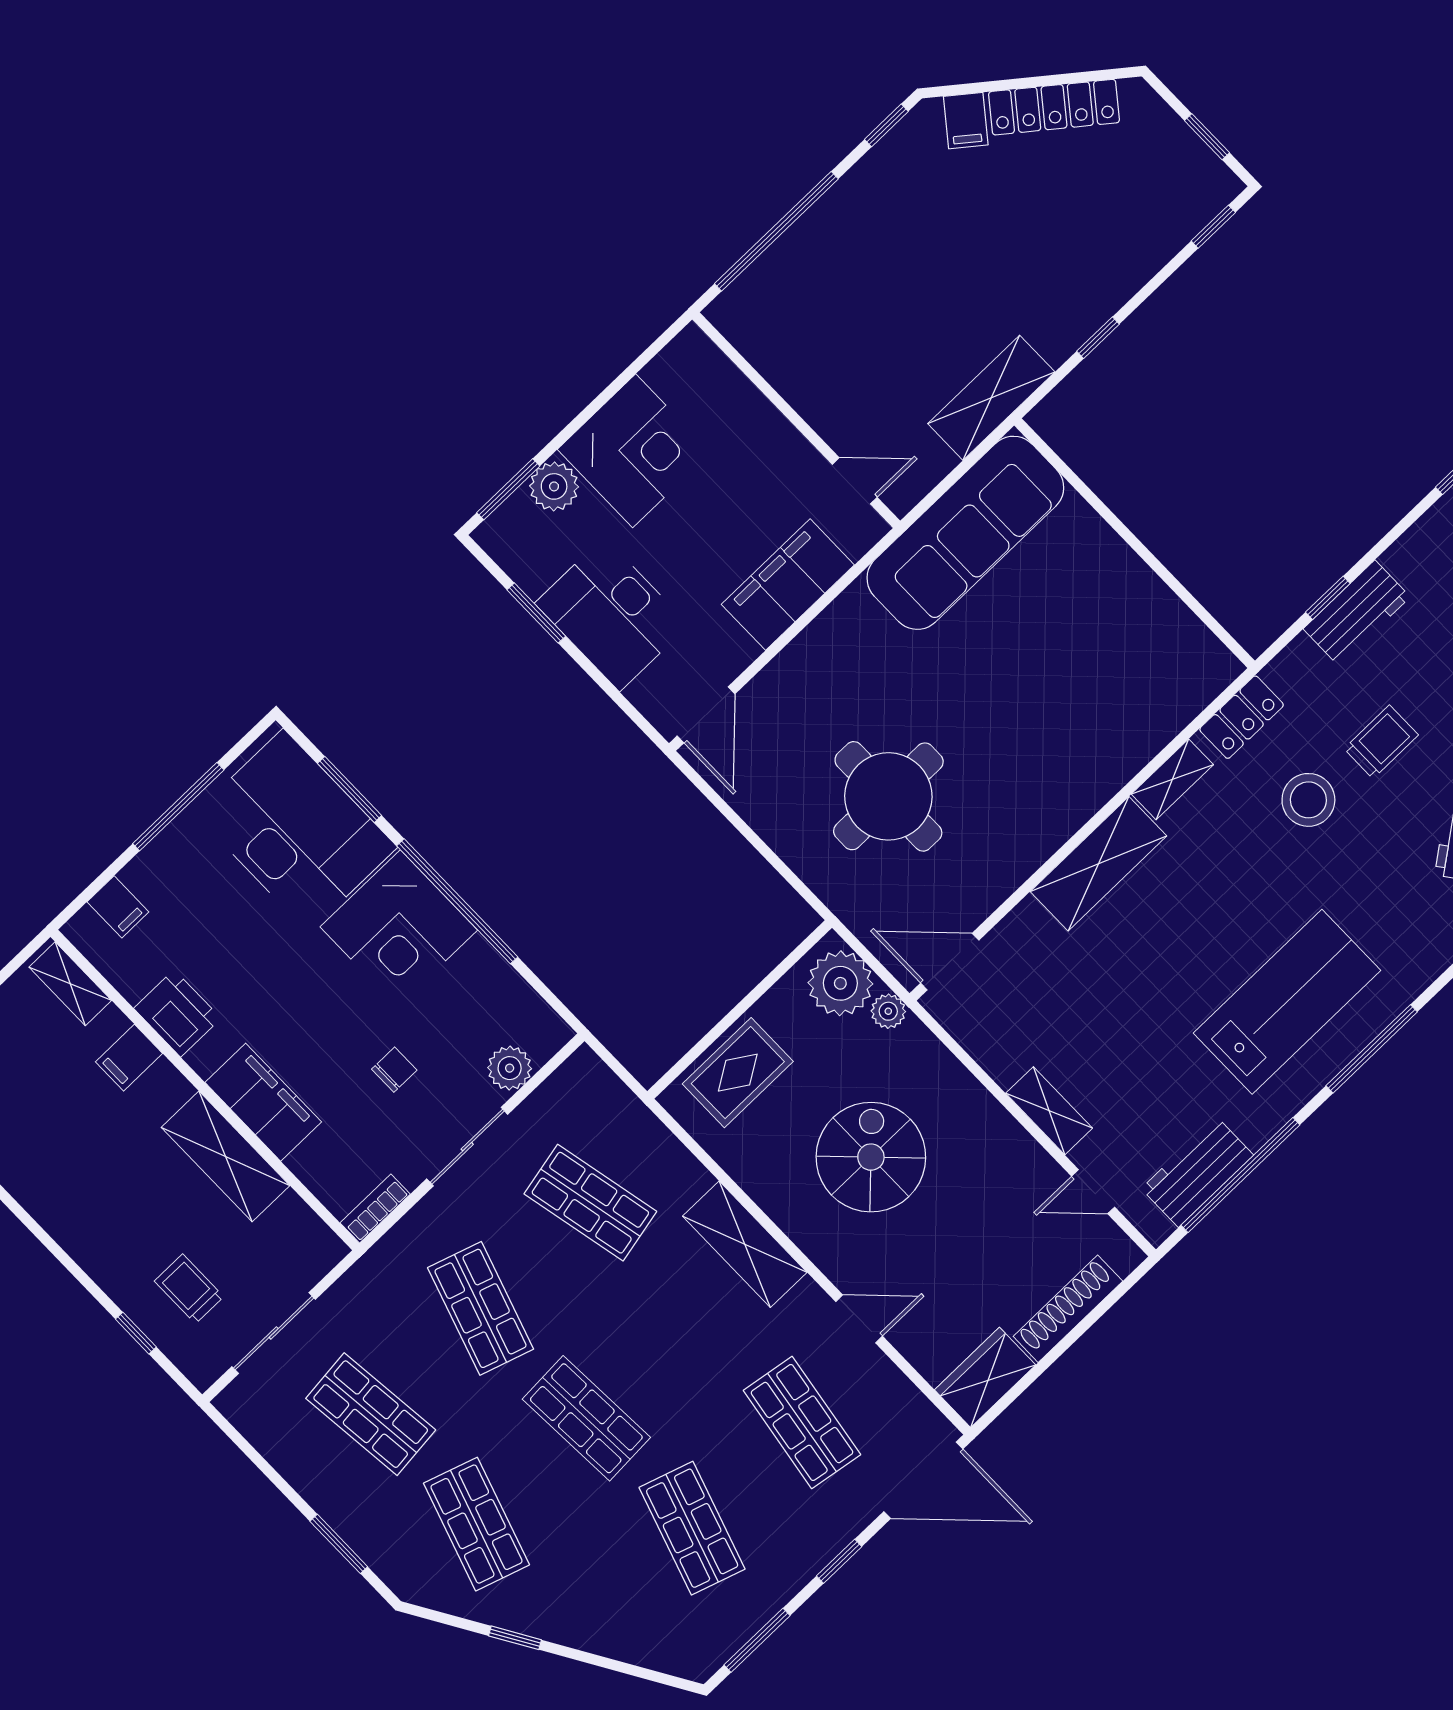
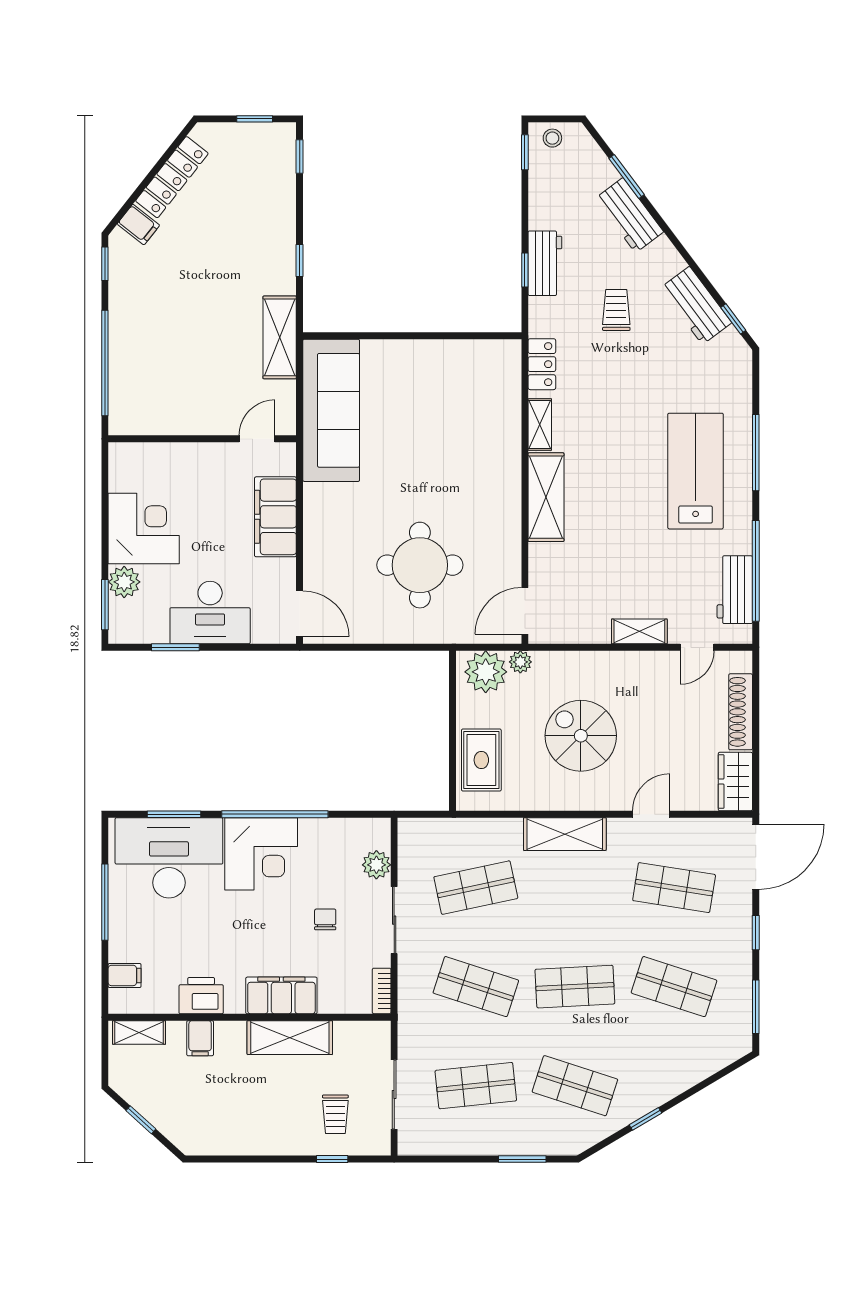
stool: (1308, 800) -> (611, 370), removed
trolley: (189, 1289) -> (335, 1114), turned -90

